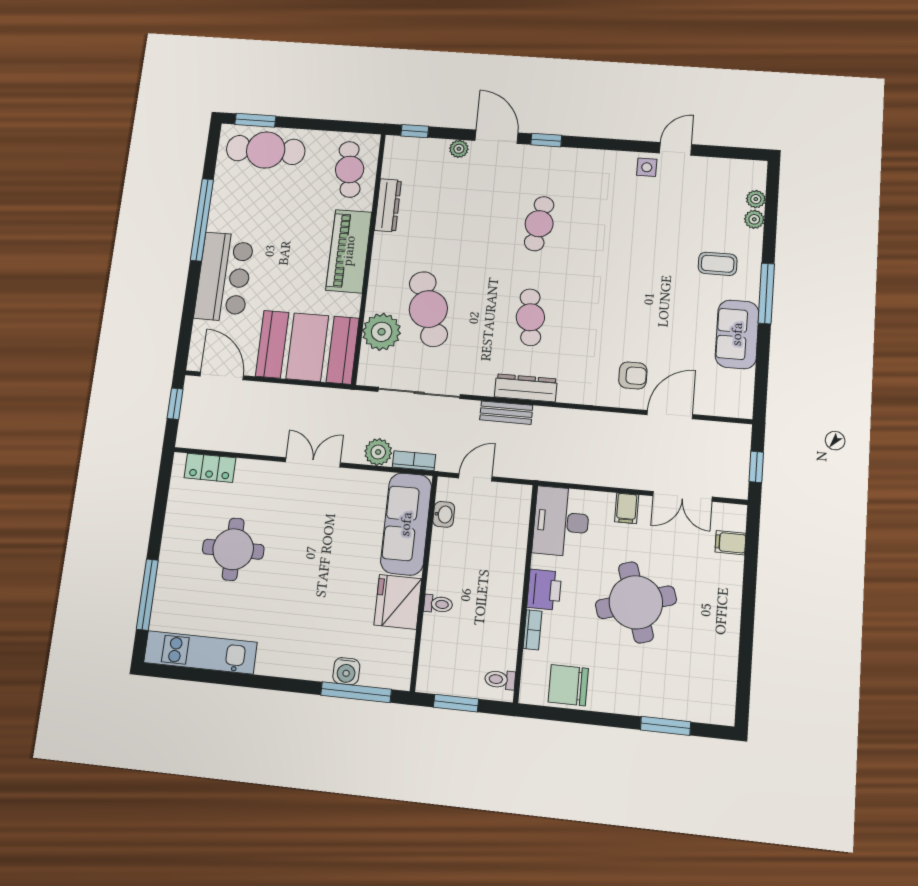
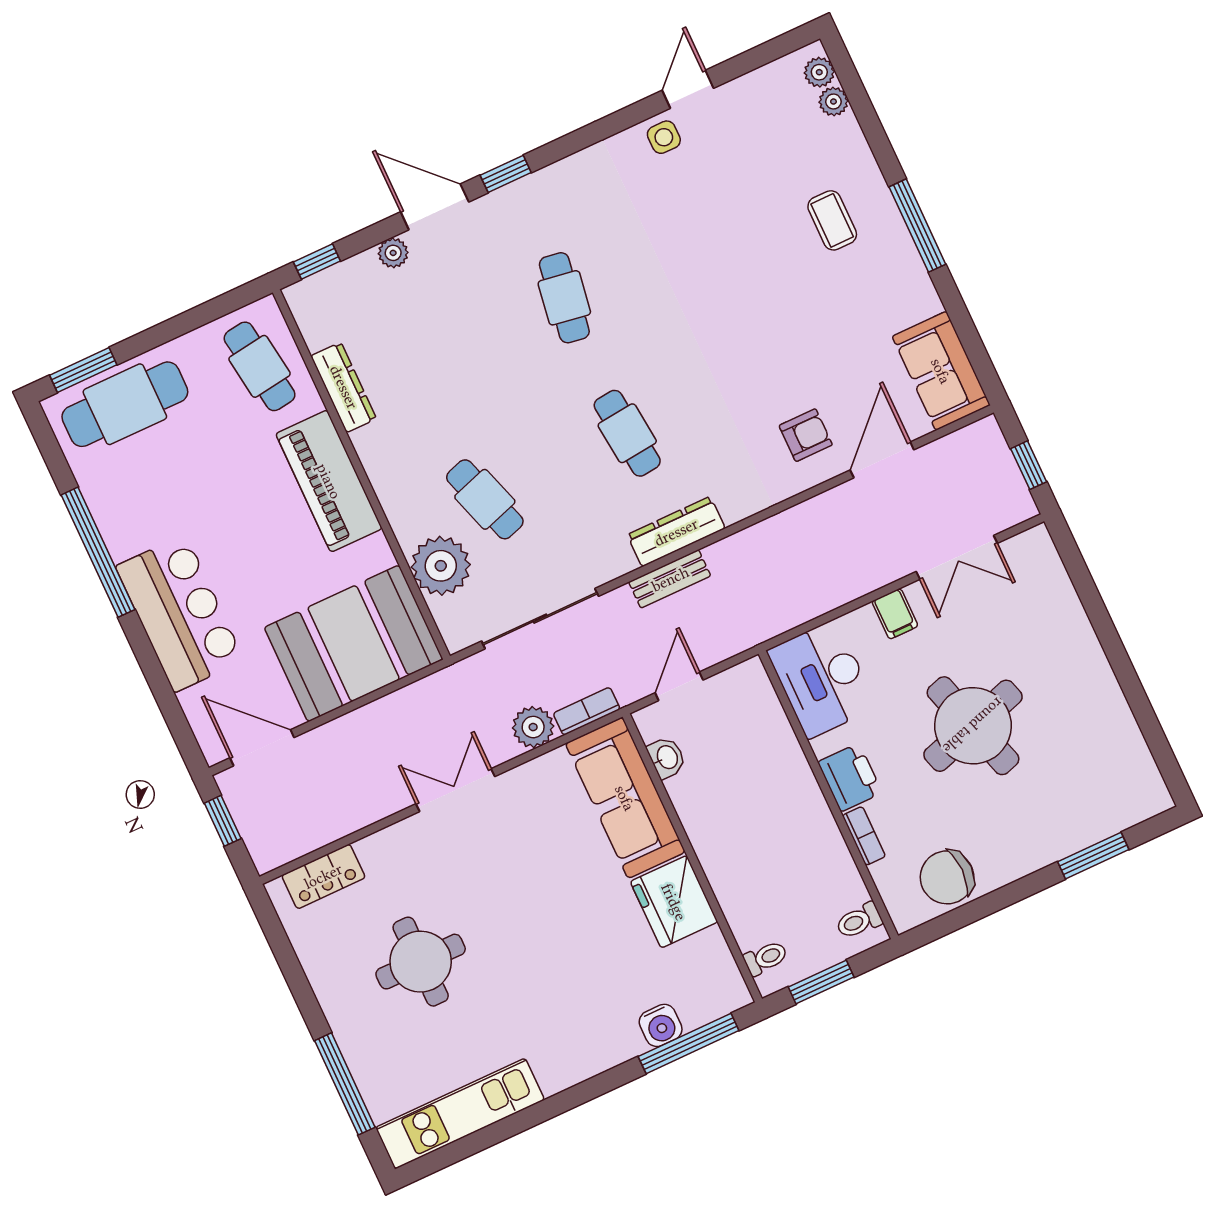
plant: (754, 219) -> (819, 72), moved
coffee table: (718, 264) -> (832, 220), turned 90
cafe table: (428, 309) -> (485, 499), width x0.73, depth x0.74
sofa: (737, 334) -> (941, 371), moved
filing cabinet: (730, 543) -> (1049, 582), removed
toilet: (438, 604) -> (766, 958), moved

